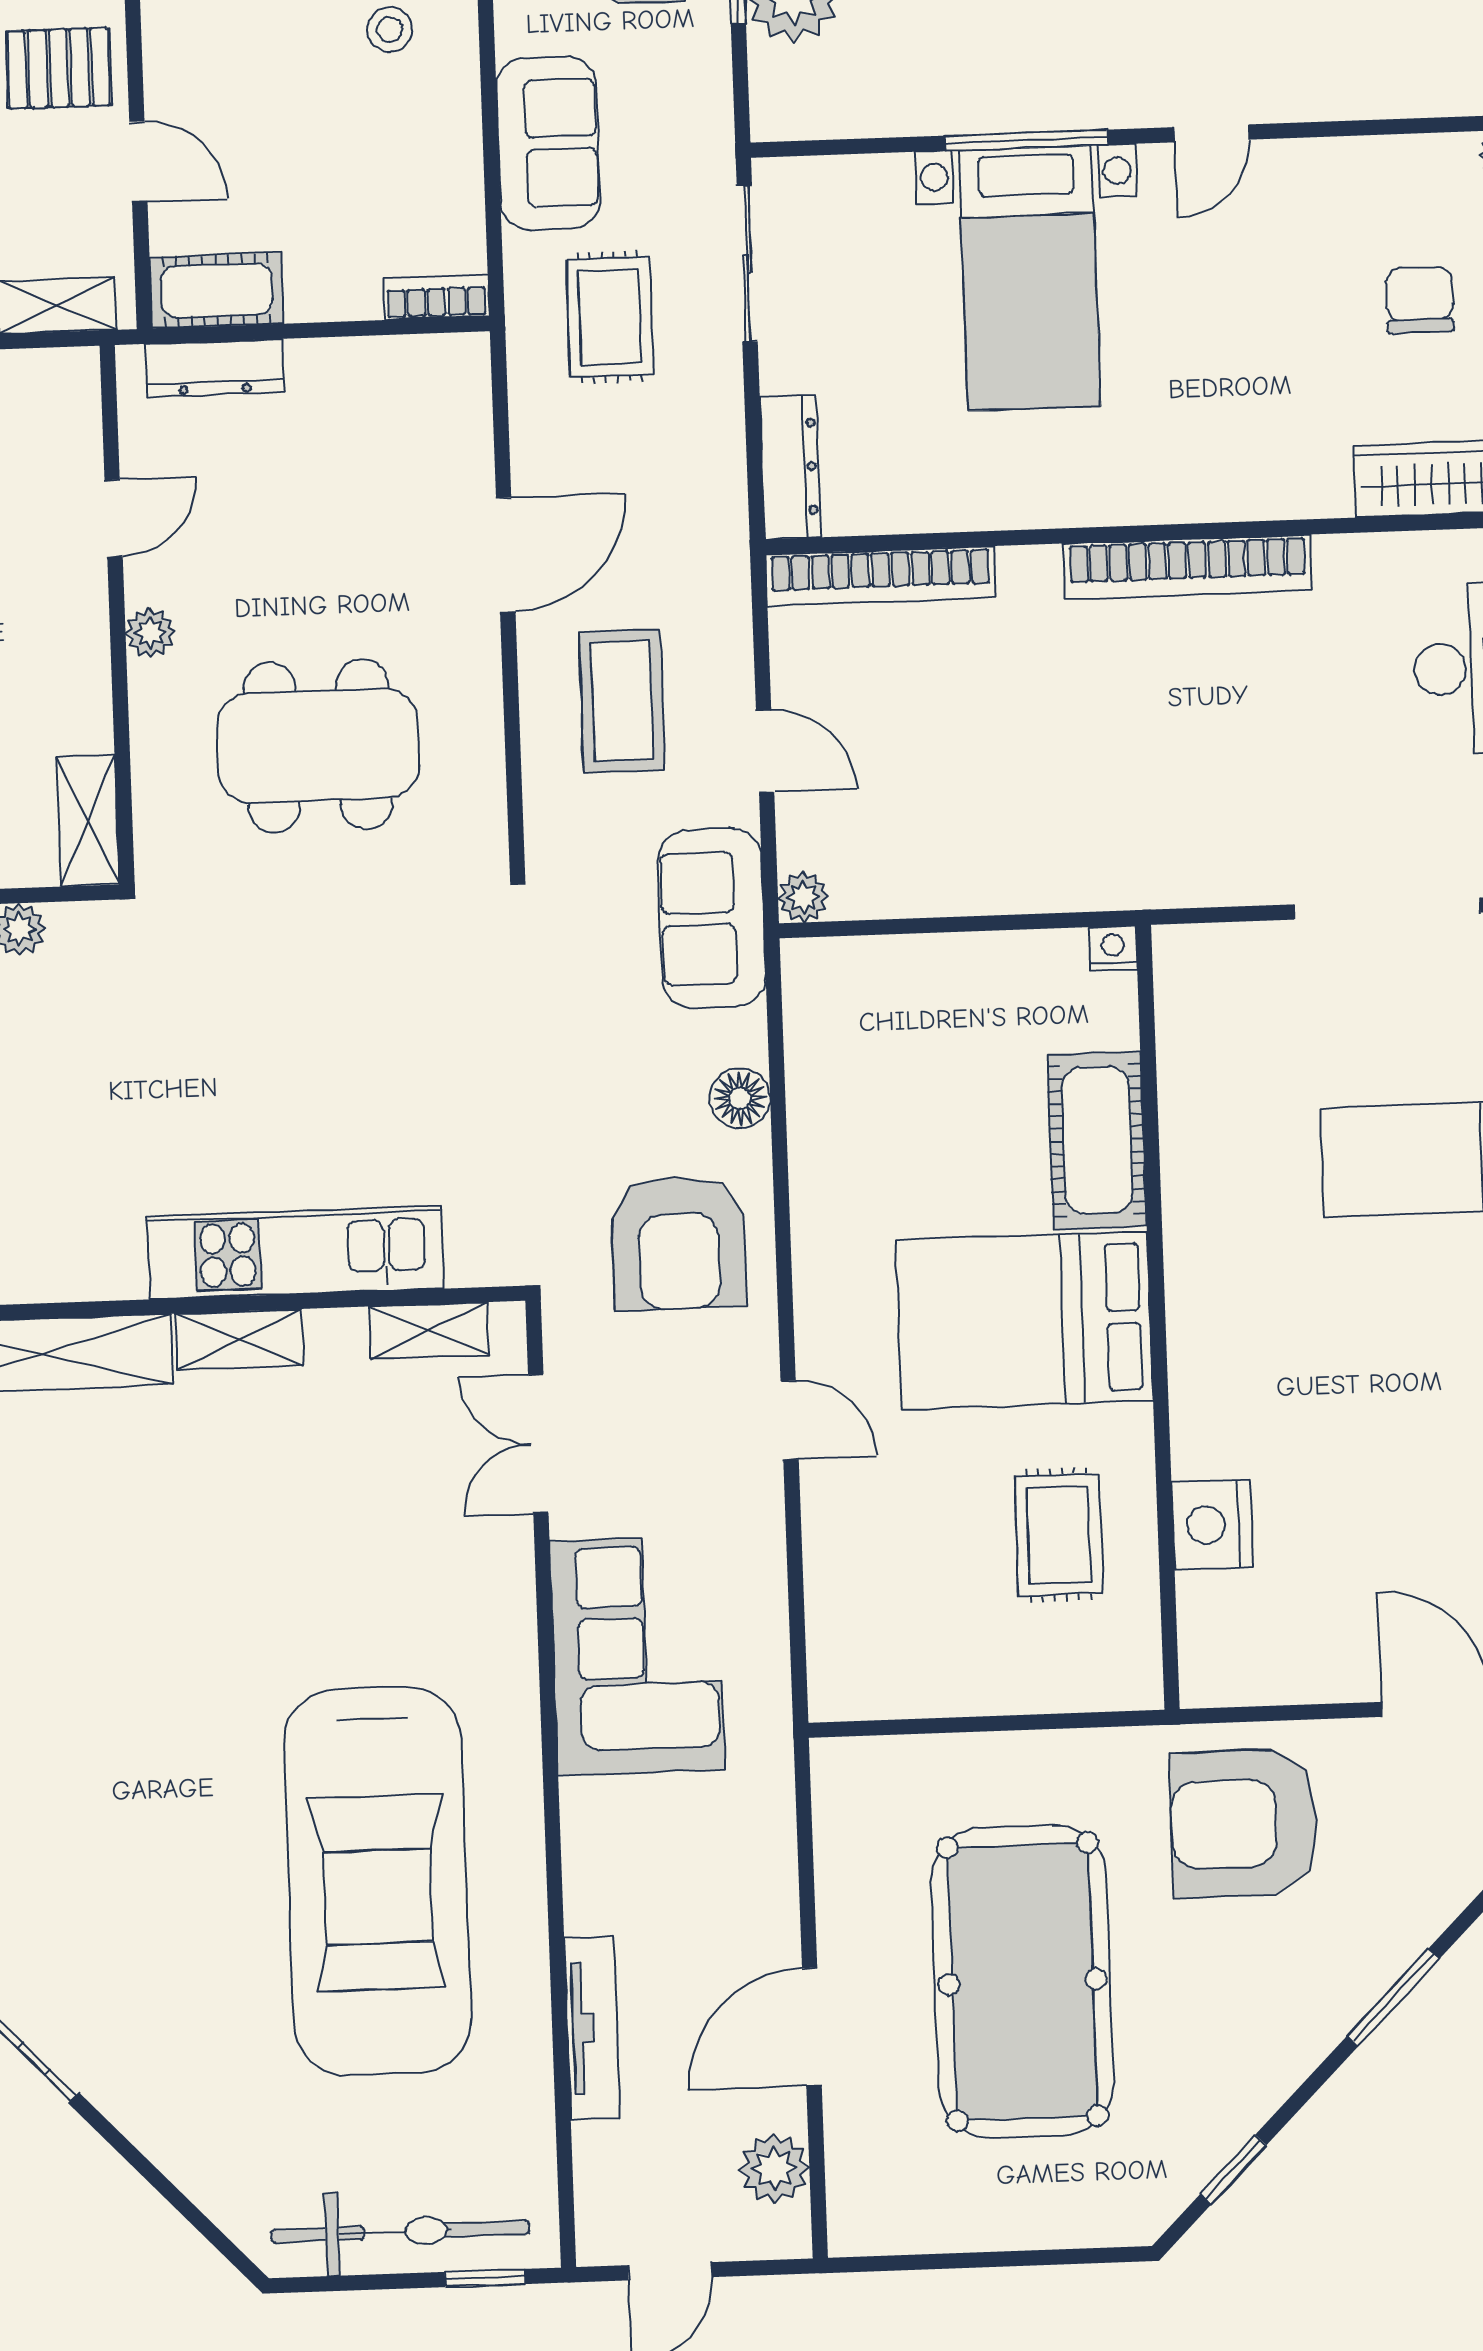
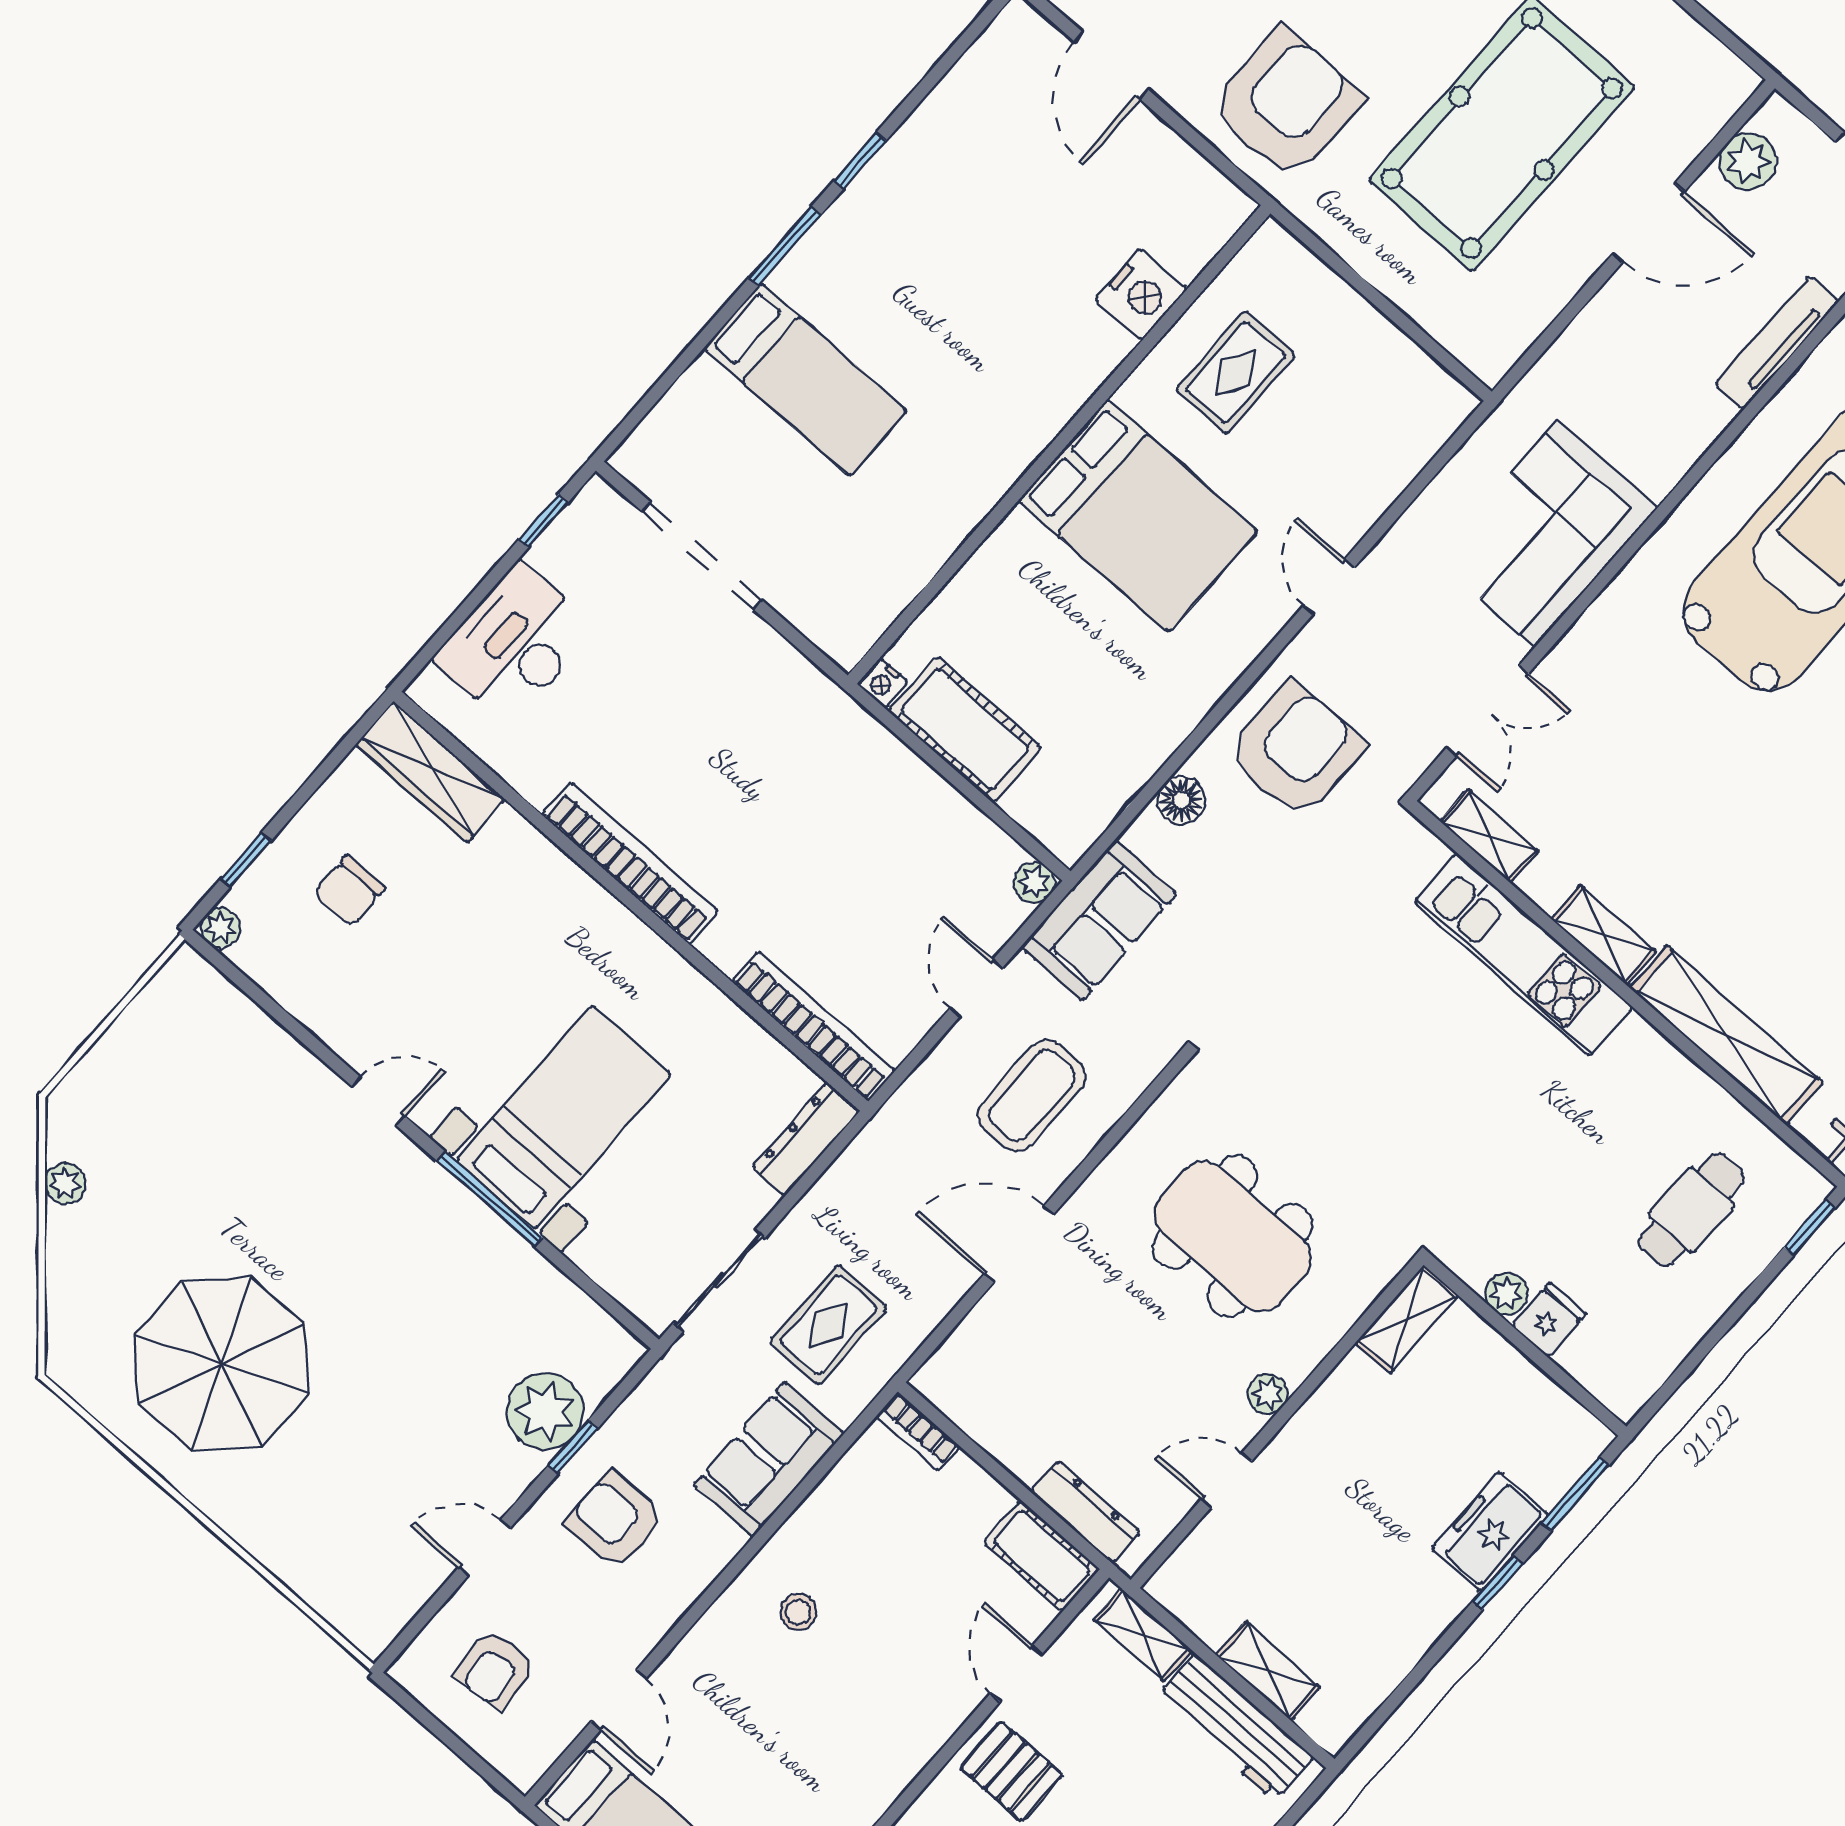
cot: (1097, 1140) -> (965, 729), moved, turned 90
armchair: (1244, 1823) -> (1286, 104), turned -90

